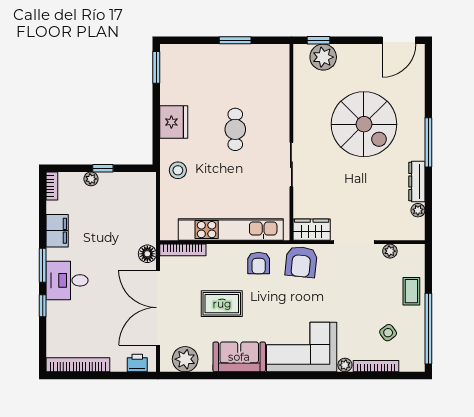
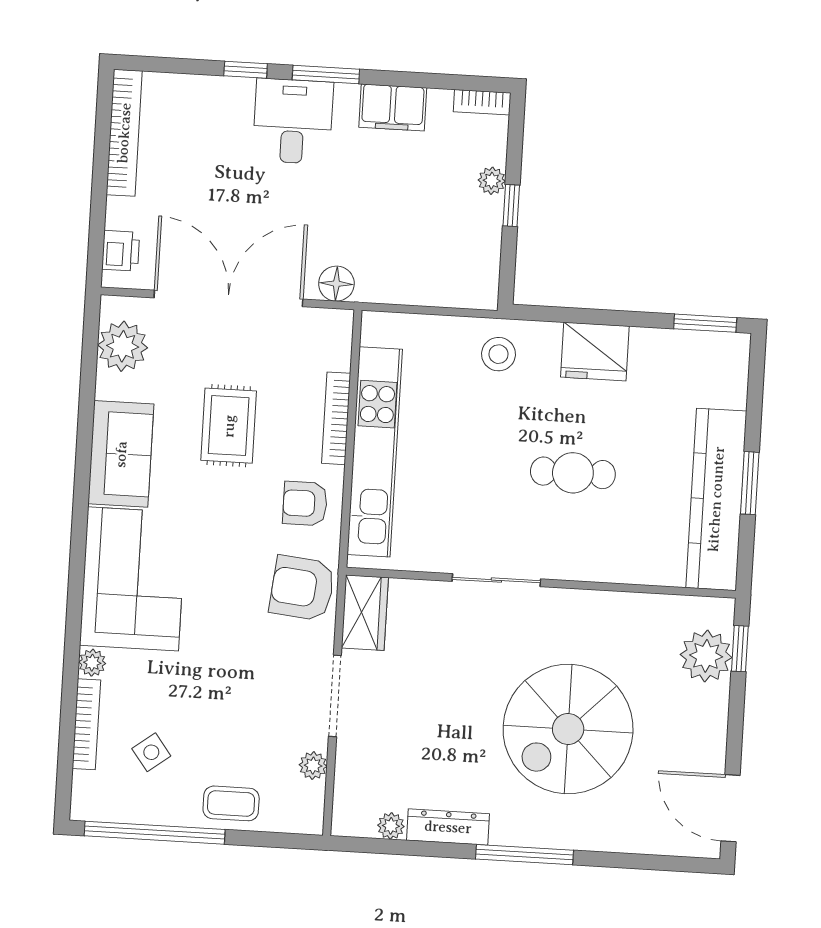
kitchen counter: (244, 57) -> (716, 499), added
bookcase: (183, 250) -> (336, 418), moved

